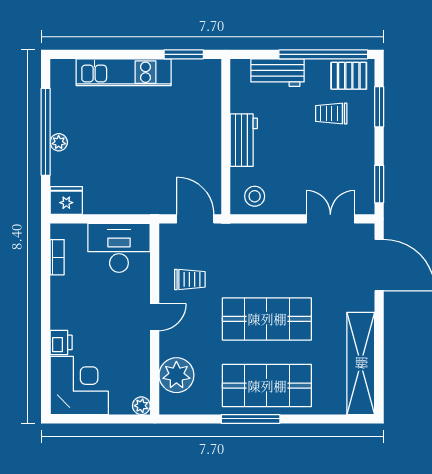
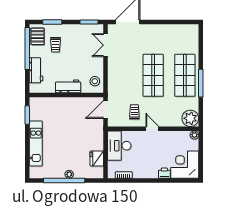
fridge: (66, 200) -> (97, 159), moved
shelving: (361, 363) -> (174, 31), removed
plant: (176, 375) -> (190, 118), moved

